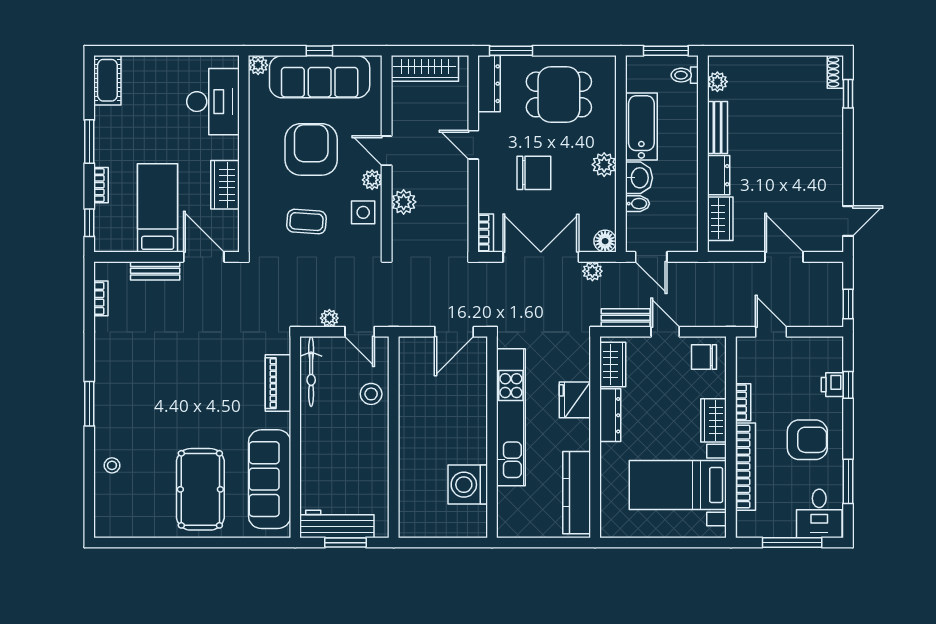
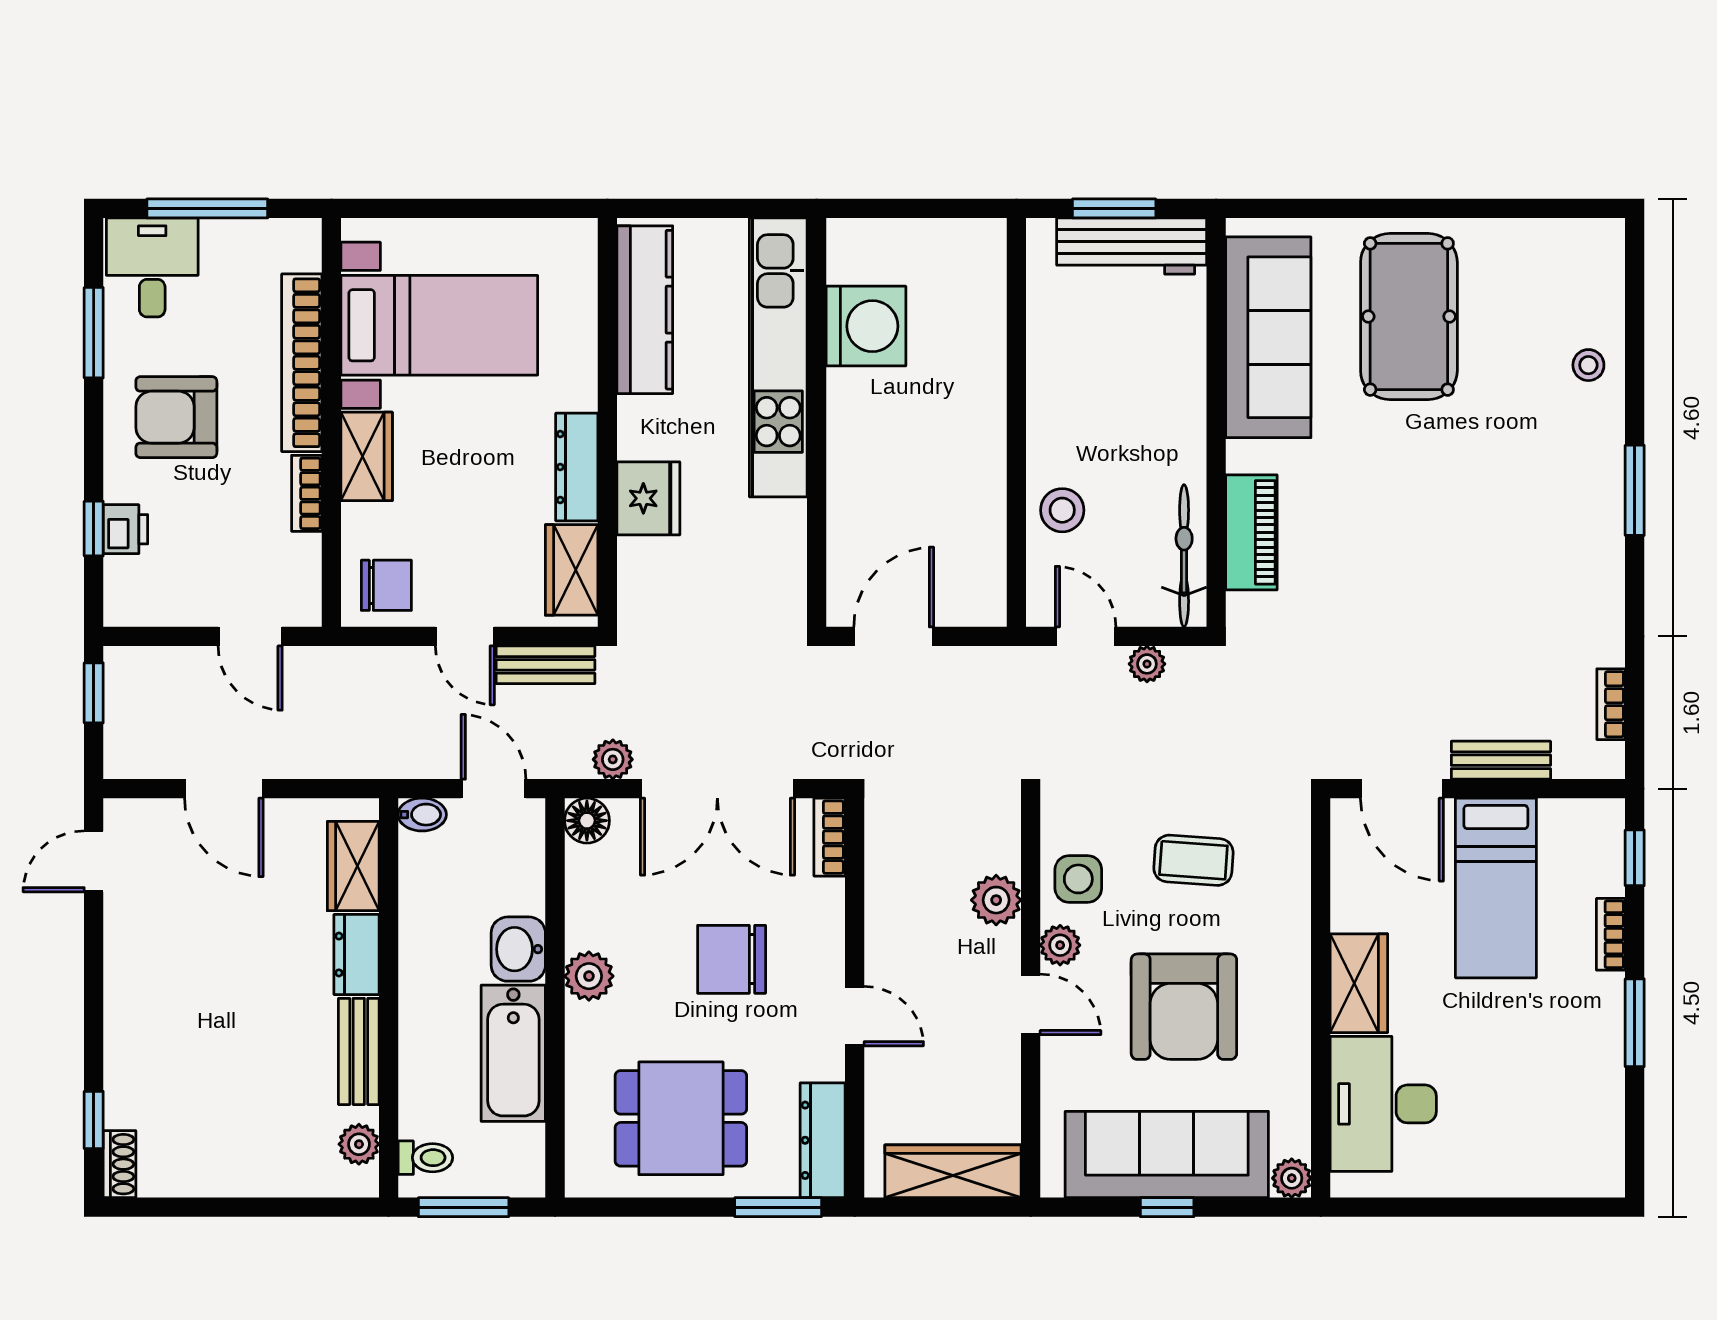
cot: (107, 80) -> (1598, 1147), removed
wardrobe: (225, 185) -> (1359, 983), moved
bidet: (637, 204) -> (422, 815), moved, turned 180
kitchen unit: (511, 417) -> (778, 357), moved

